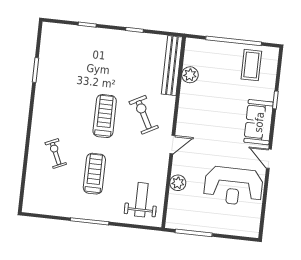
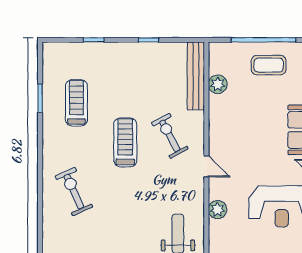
coffee table: (251, 65) -> (269, 65), moved, turned 90
door: (172, 145) -> (206, 166), hinge flipped
exercise bike: (56, 154) -> (74, 191), width x1.38, depth x1.39
treadmill: (94, 174) -> (76, 103), moved

